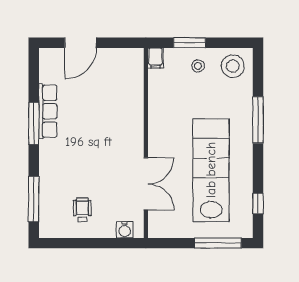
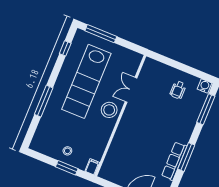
stool: (233, 66) -> (109, 110), moved
double door: (146, 184) -> (131, 90), width x0.73
water cooler: (125, 230) -> (204, 86), moved

